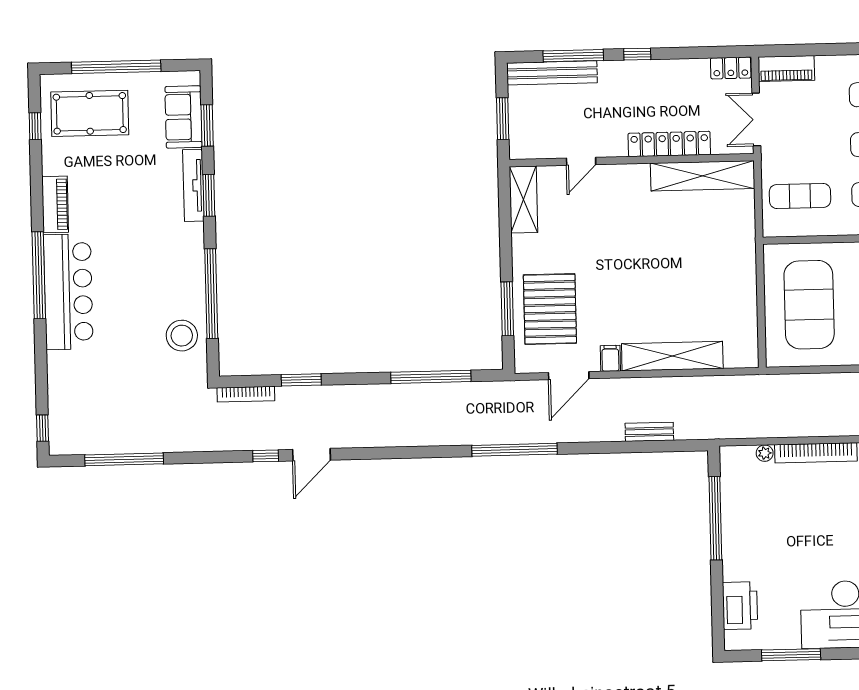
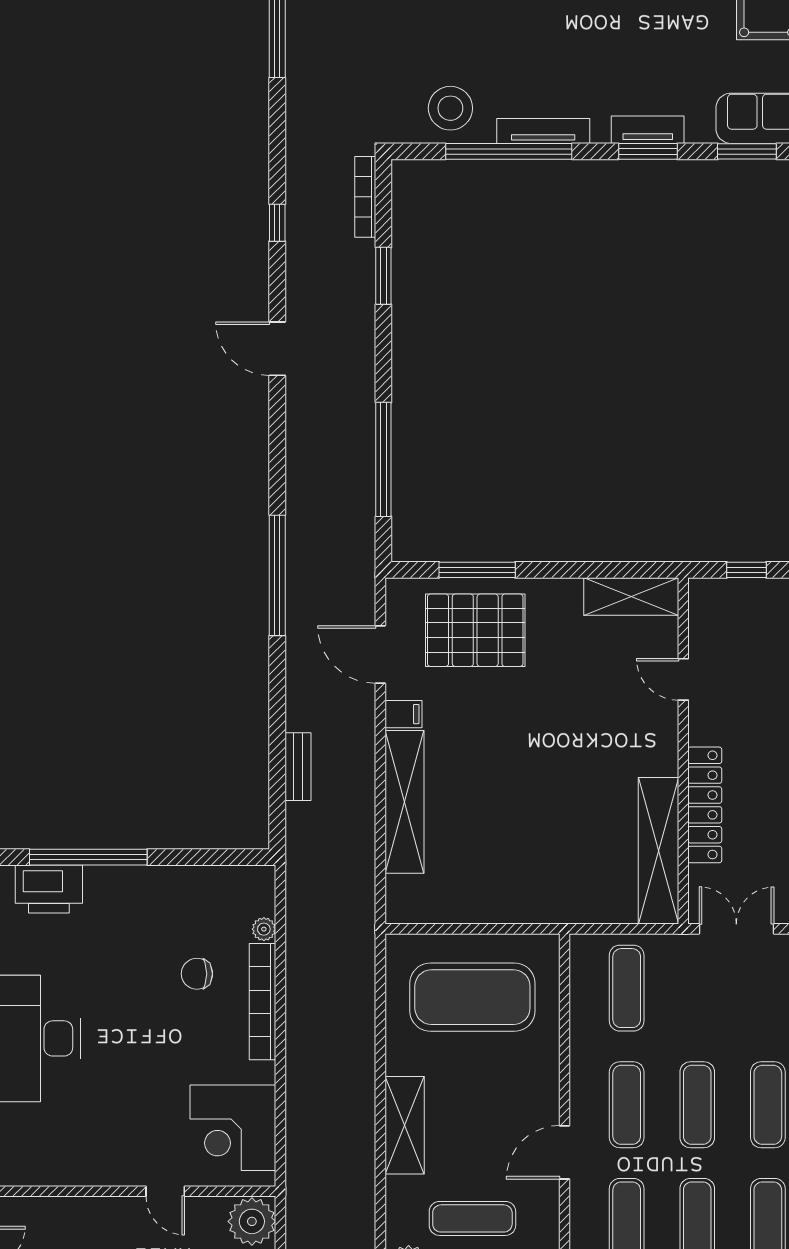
window: (503, 119) -> (747, 570), width x0.67
tv unit: (193, 185) -> (648, 130), width x0.71
tv unit: (196, 270) -> (543, 131), added
door: (312, 455) -> (277, 349), moved
chair: (797, 500) -> (197, 974), added
window: (715, 518) -> (88, 857), moved

